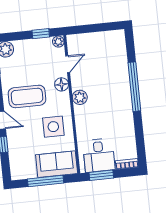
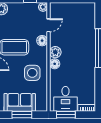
floor lamp: (80, 112) -> (55, 64), added
sofa: (57, 164) -> (20, 102), moved
window: (46, 181) -> (22, 115), width x0.69

